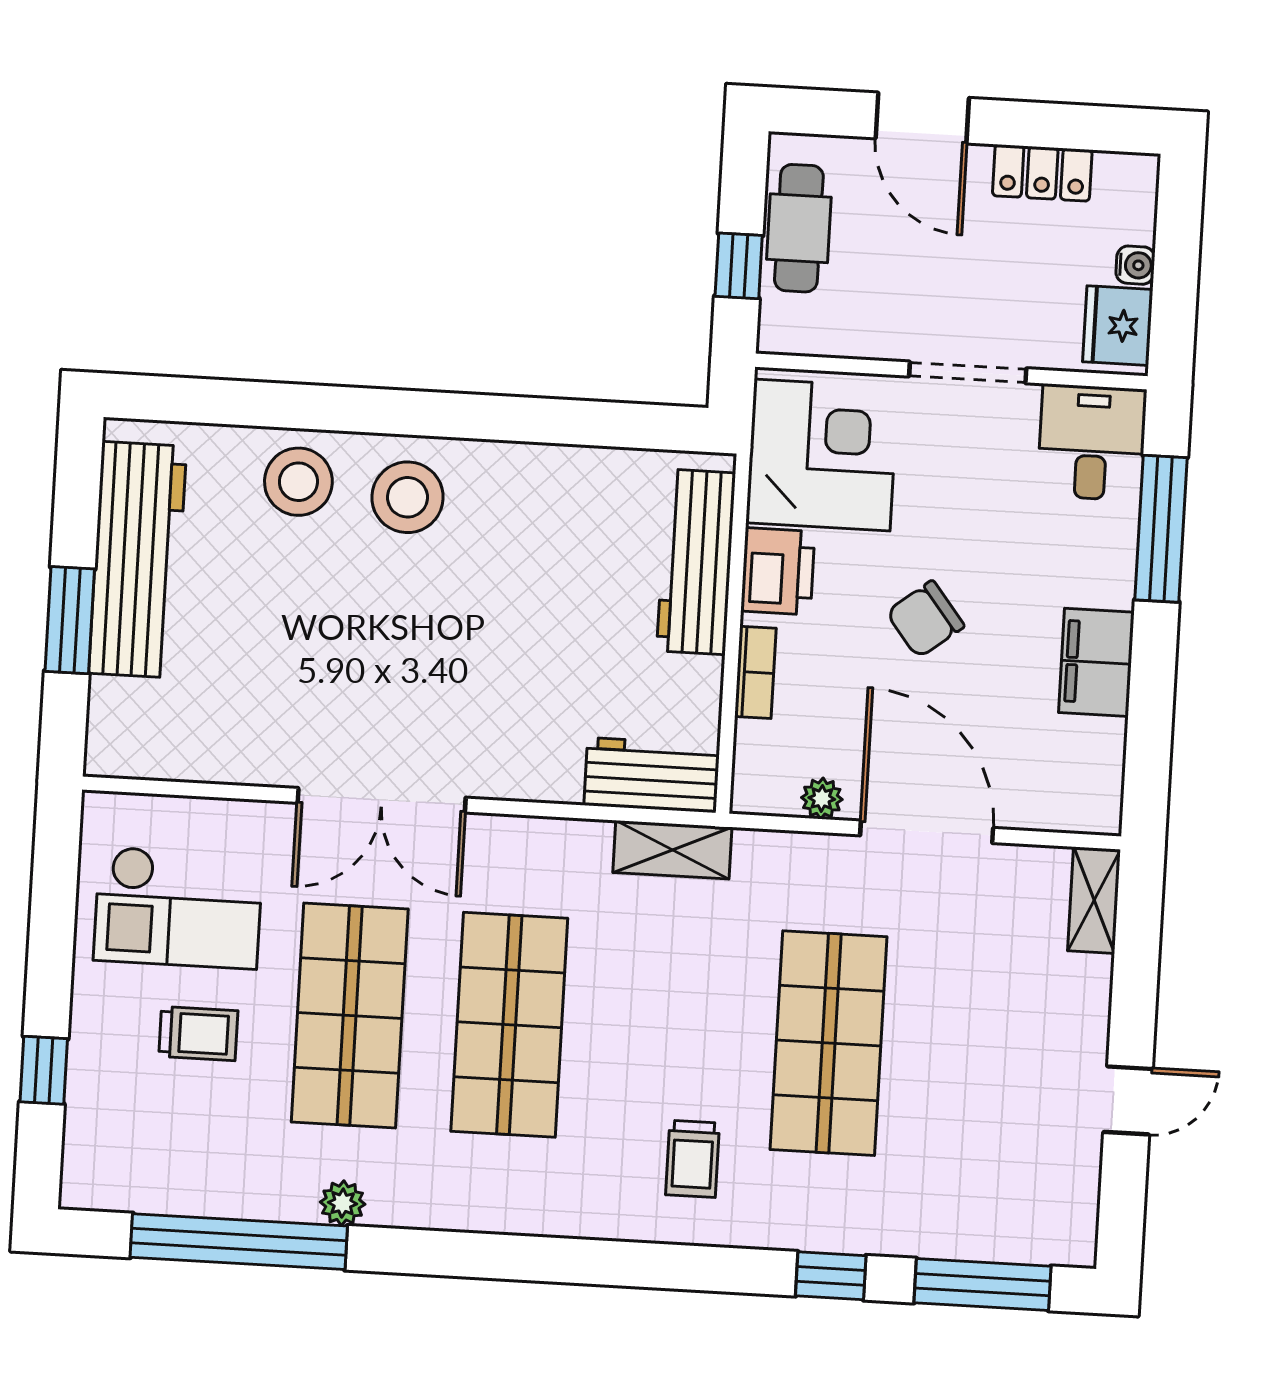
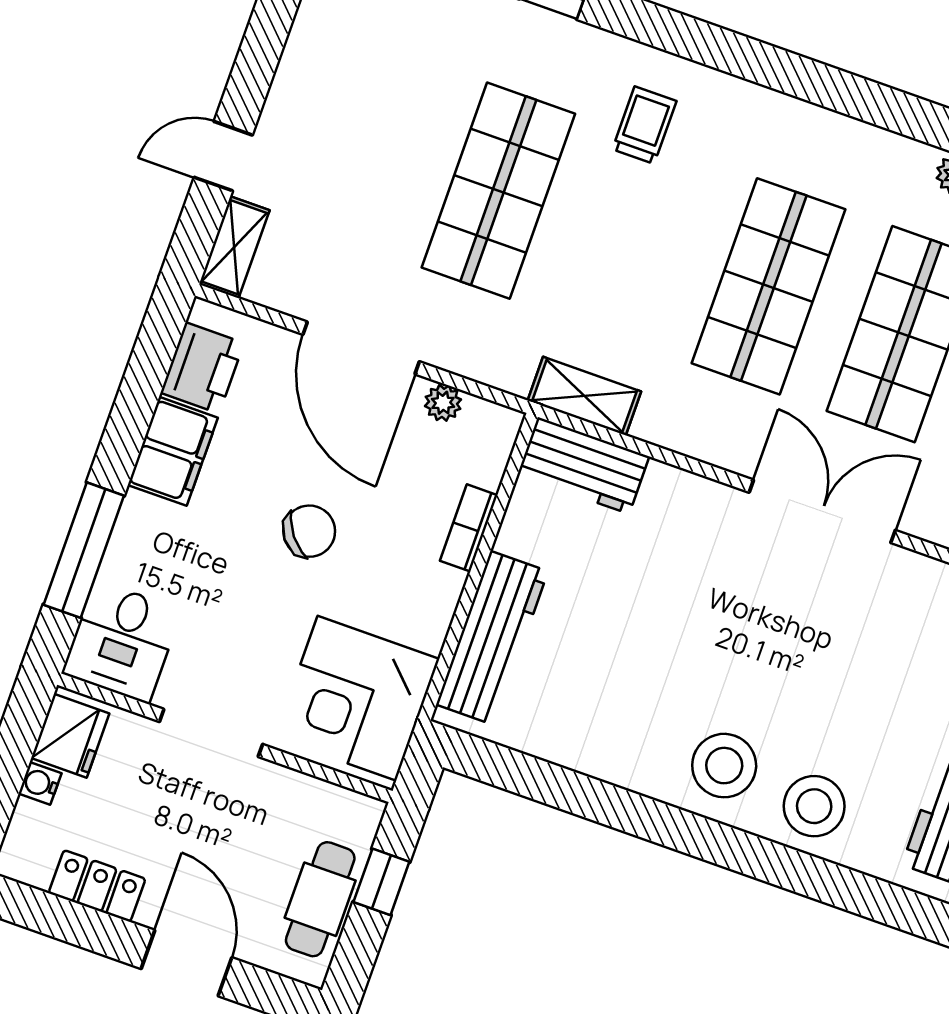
printer: (778, 571) -> (202, 368), moved, turned 180
door: (1128, 1100) -> (223, 156), moved

